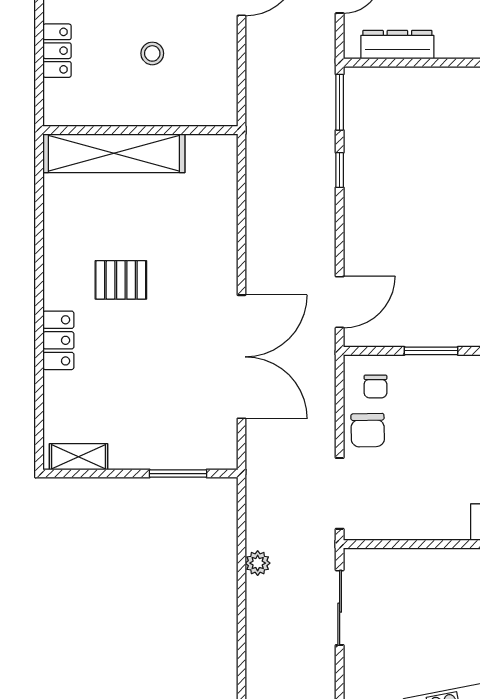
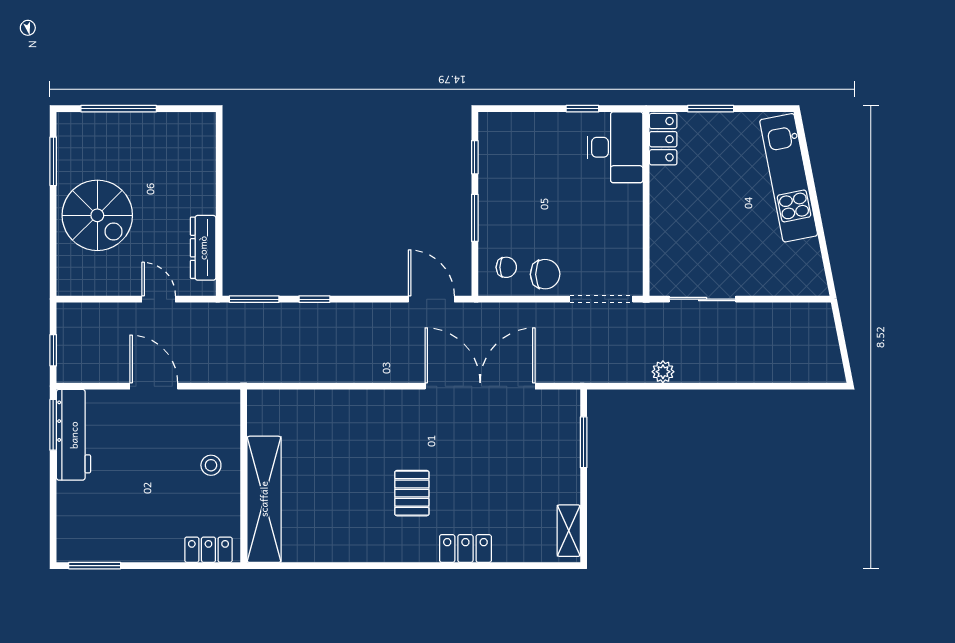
wall: (140, 130) -> (244, 476), moved
shelving: (114, 153) -> (264, 499), moved

